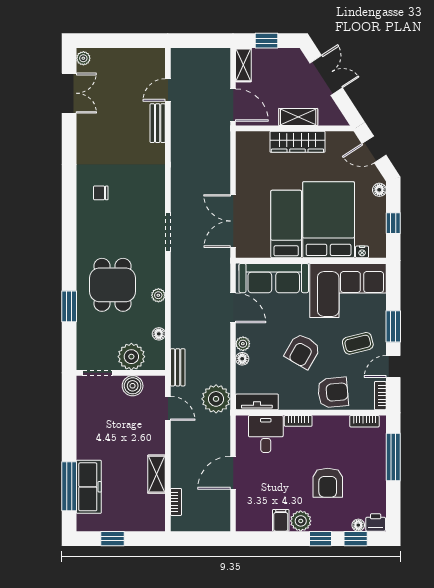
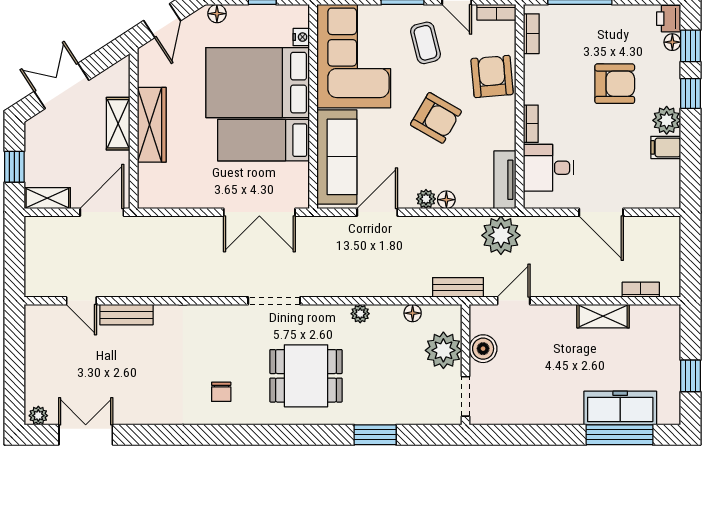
dining table: (112, 285) -> (306, 376), moved

